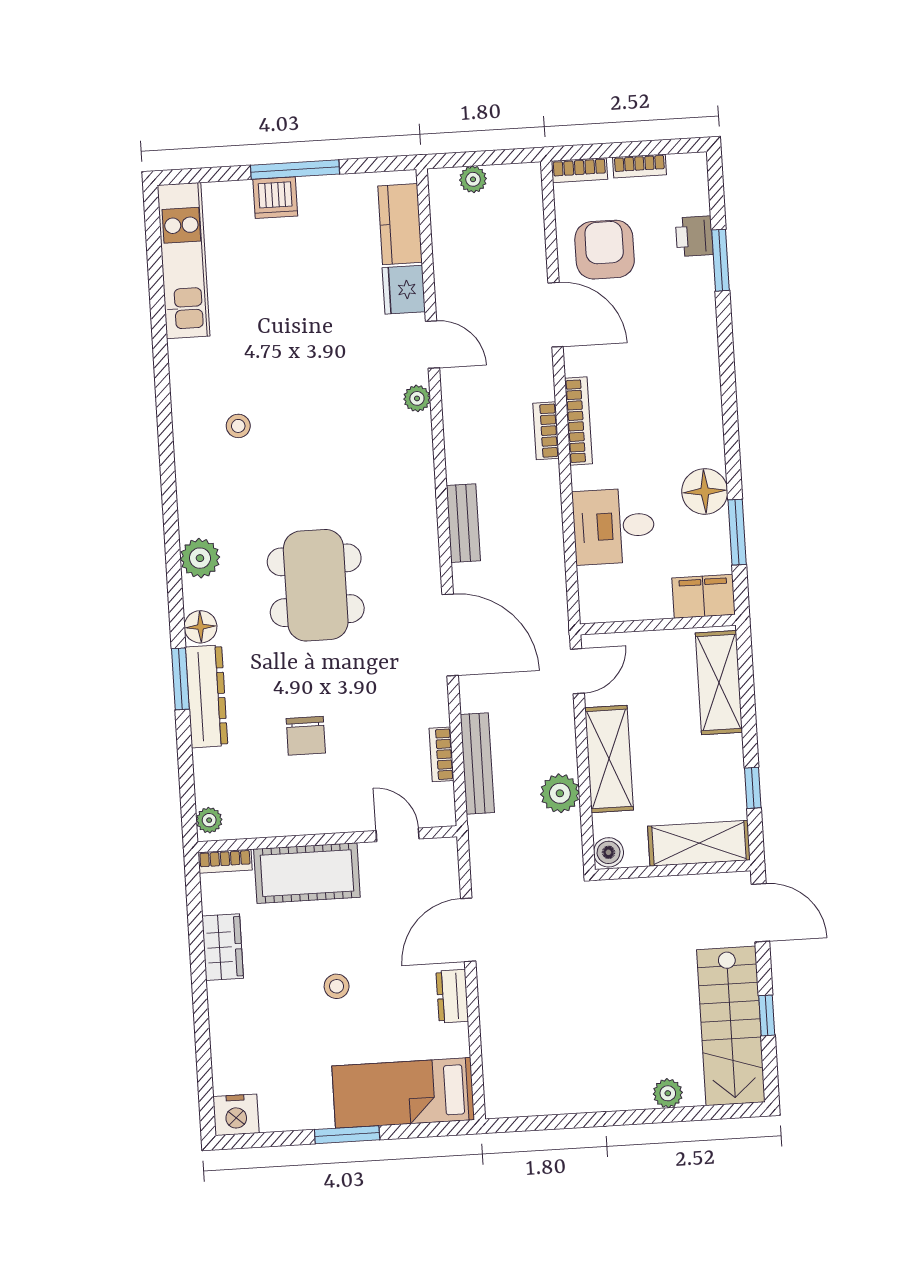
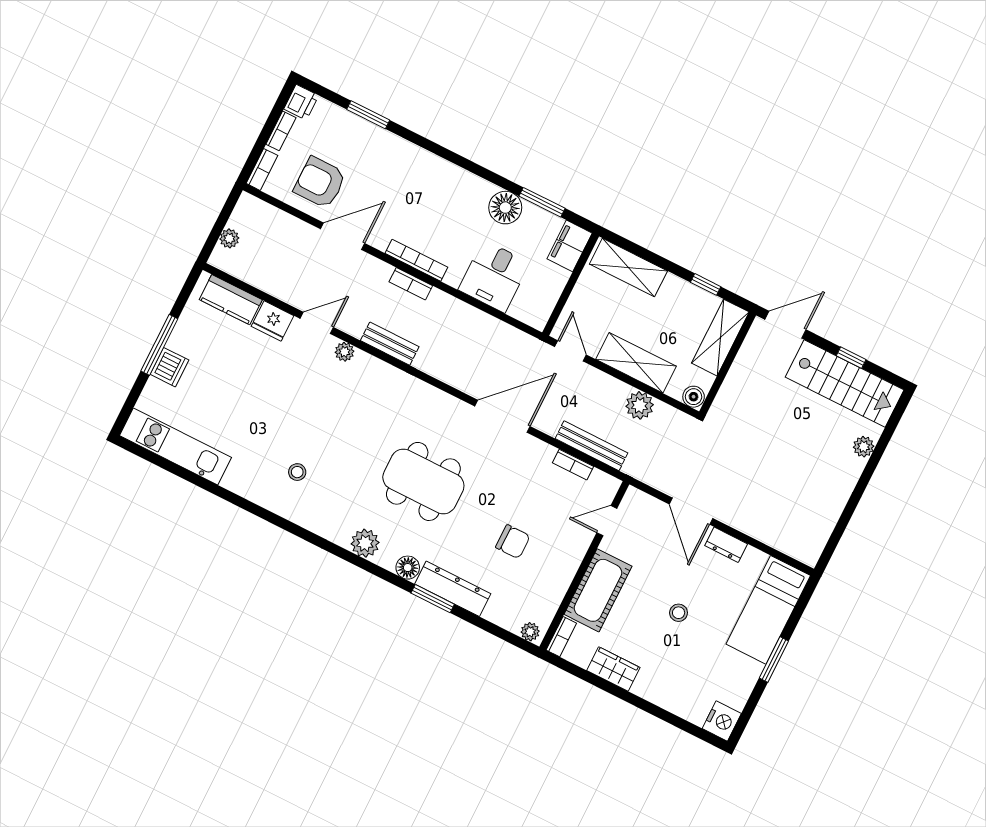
printer: (694, 236) -> (301, 102), moved, turned -90
bench: (463, 523) -> (390, 344), moved

